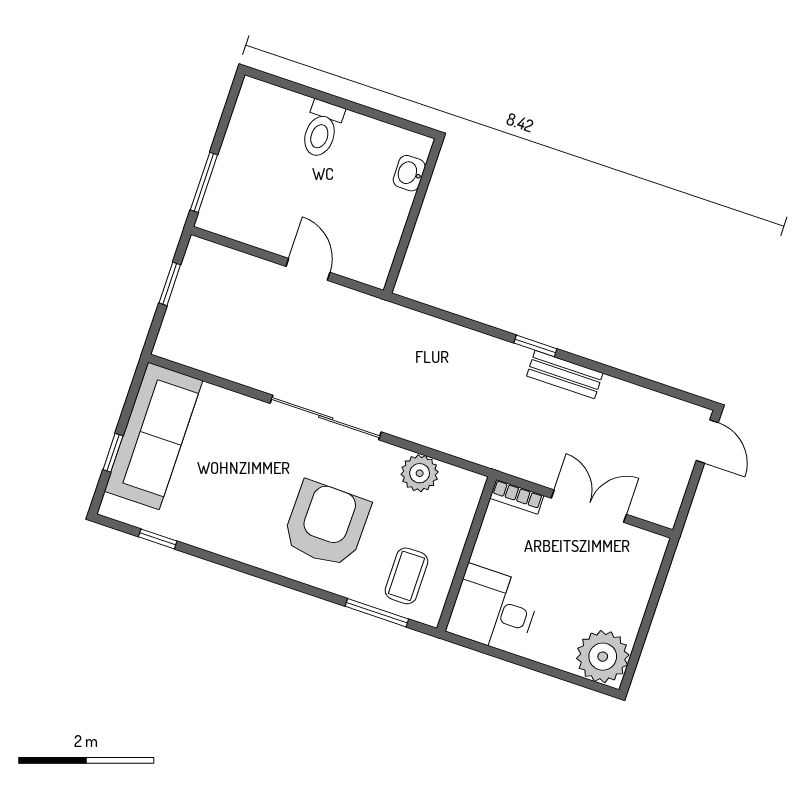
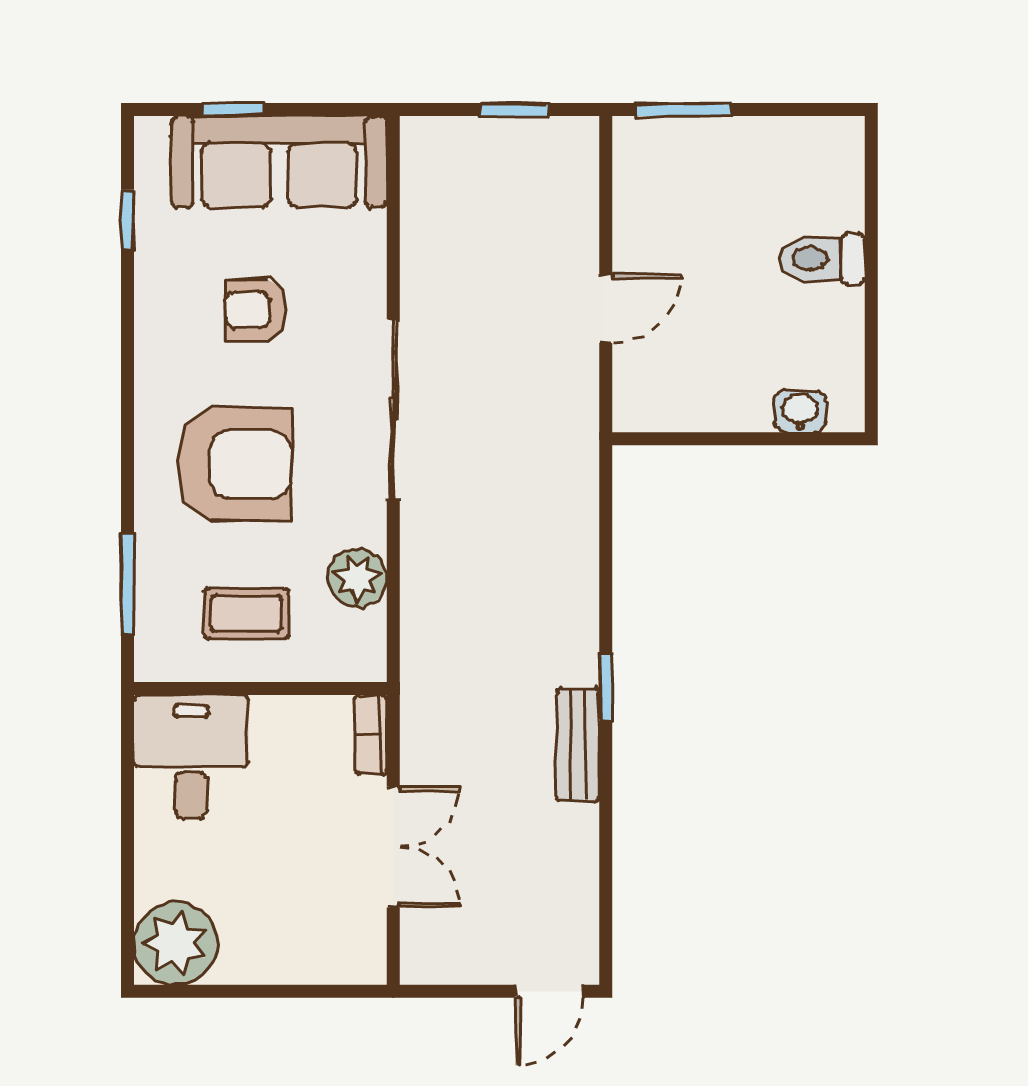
armchair: (238, 480) -> (256, 310), added
coffee table: (406, 576) -> (247, 614), moved

